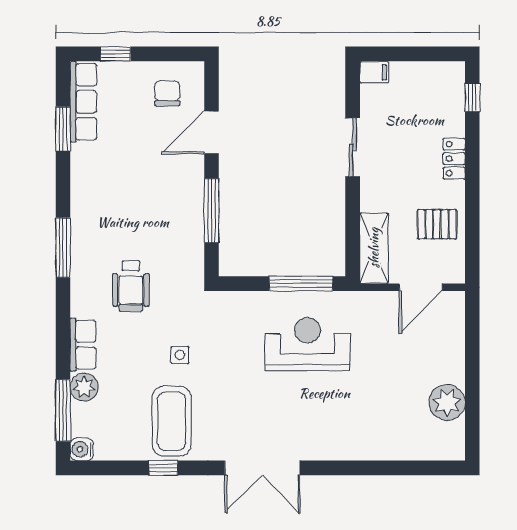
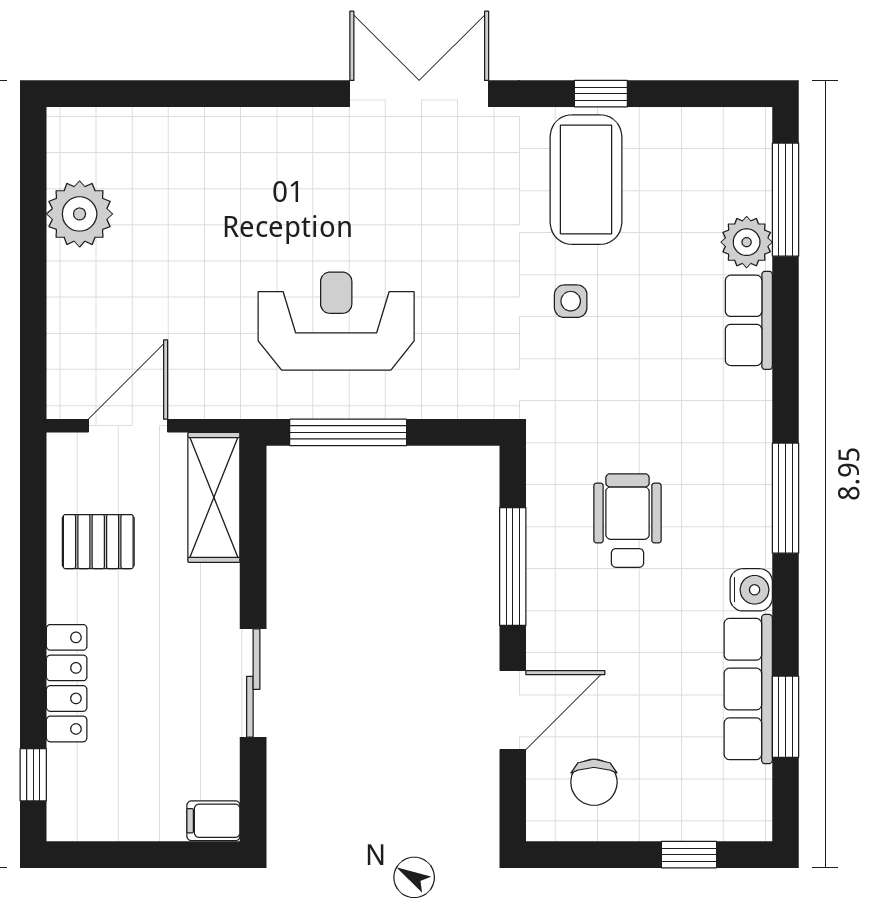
row of seats: (83, 102) -> (748, 689), moved
locker: (454, 159) -> (67, 683), width x1.53
wheelchair: (131, 286) -> (627, 521), moved
reception desk: (307, 344) -> (336, 321), turned 180
water cooler: (82, 449) -> (751, 590), moved

